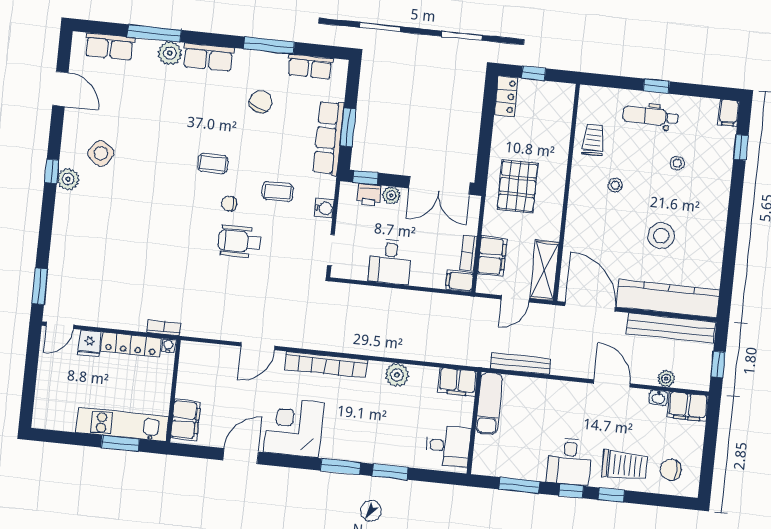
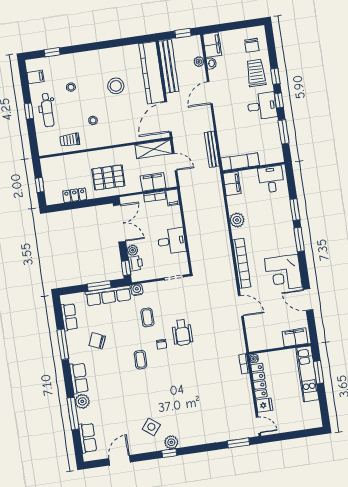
locker: (506, 96) -> (75, 195), moved
filing cabinet: (729, 113) -> (35, 77), moved
water cooler: (324, 208) -> (137, 290), moved

